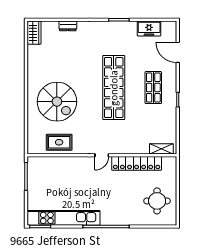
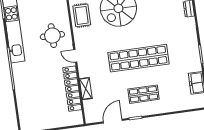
door: (178, 52) -> (113, 121), moved
shelving: (161, 149) -> (86, 89), moved
round table: (157, 201) -> (52, 36), moved

